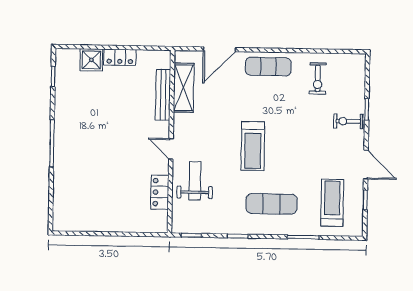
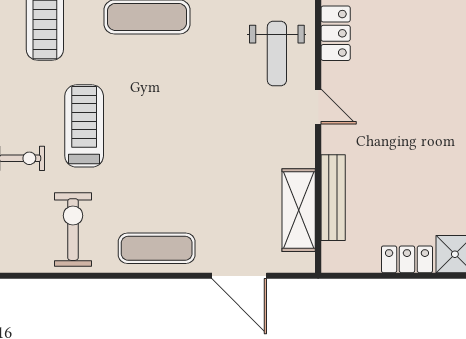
door: (220, 49) -> (239, 276), swing flipped
exercise bike: (318, 78) -> (73, 230), width x1.38, depth x1.39
treadmill: (253, 146) -> (84, 126), moved

